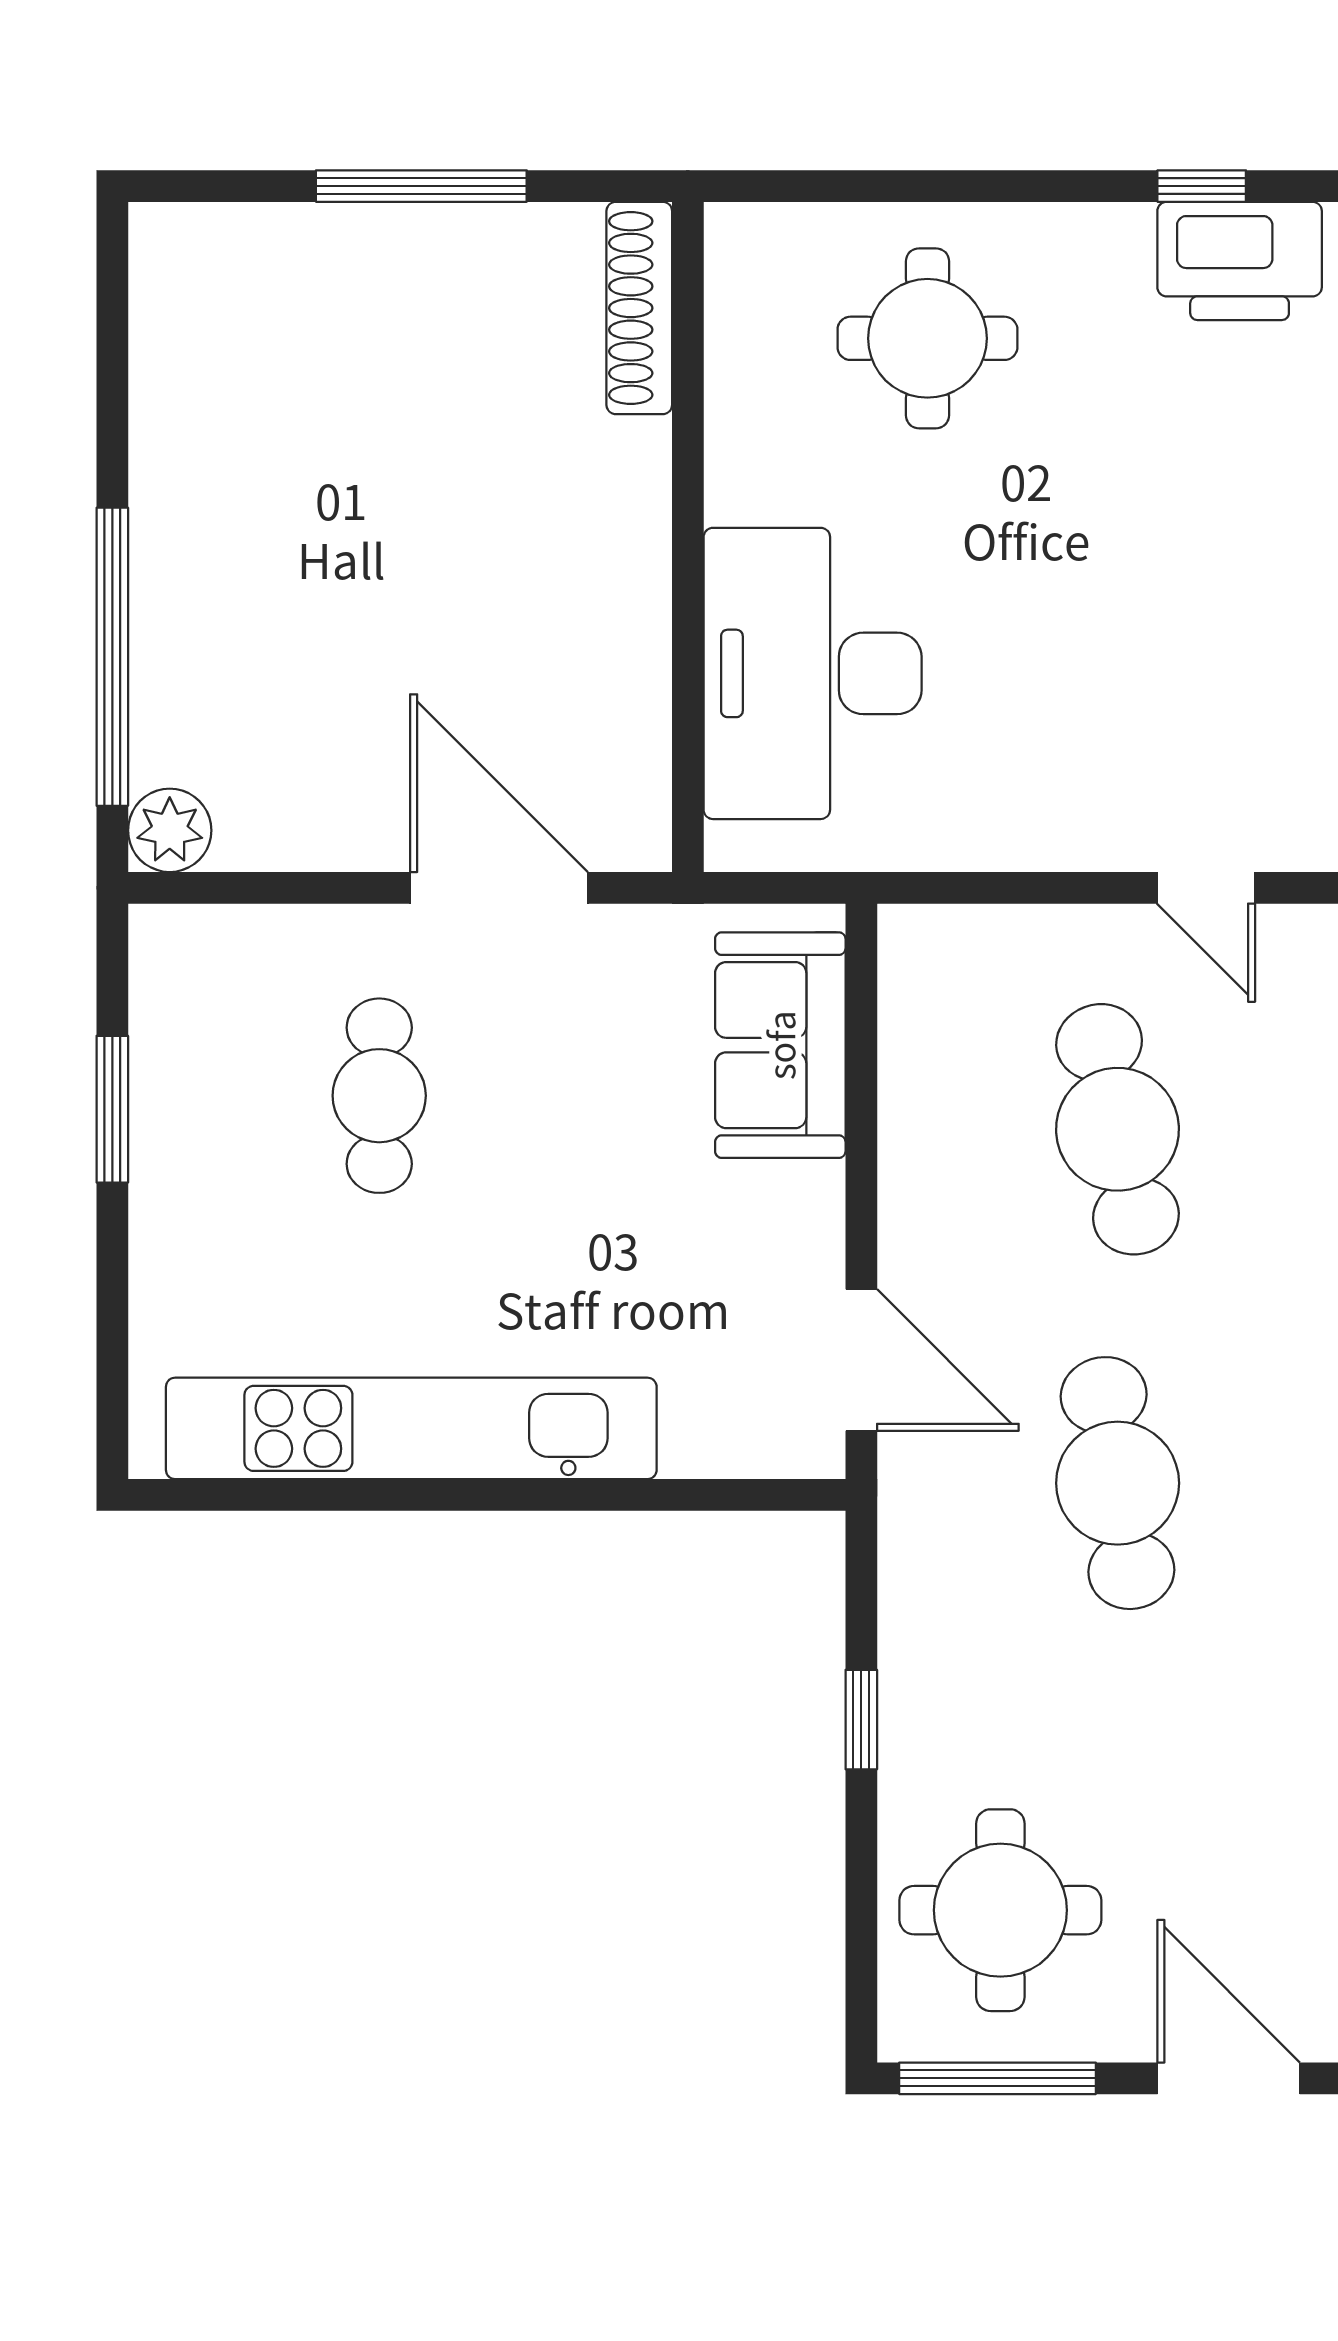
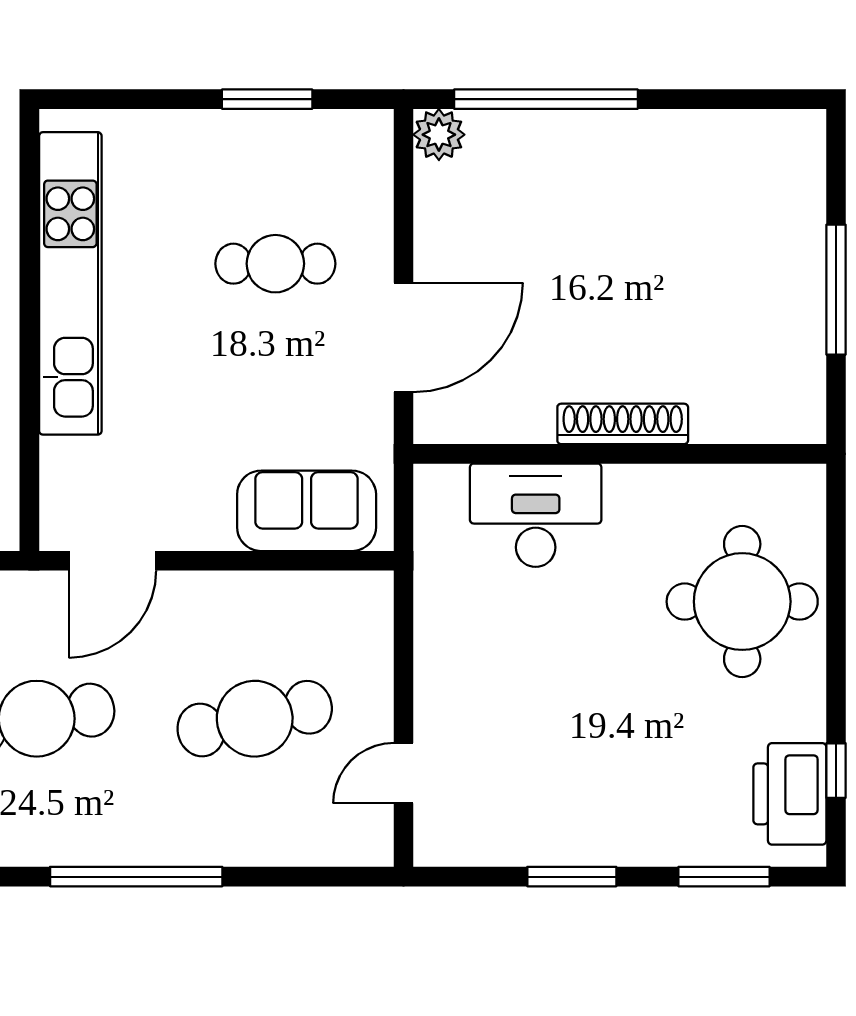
shoe rack: (639, 308) -> (623, 424), moved
round table: (927, 338) -> (742, 602), width x1.36, depth x1.36
desk: (813, 673) -> (536, 515), width x0.73, depth x0.77

